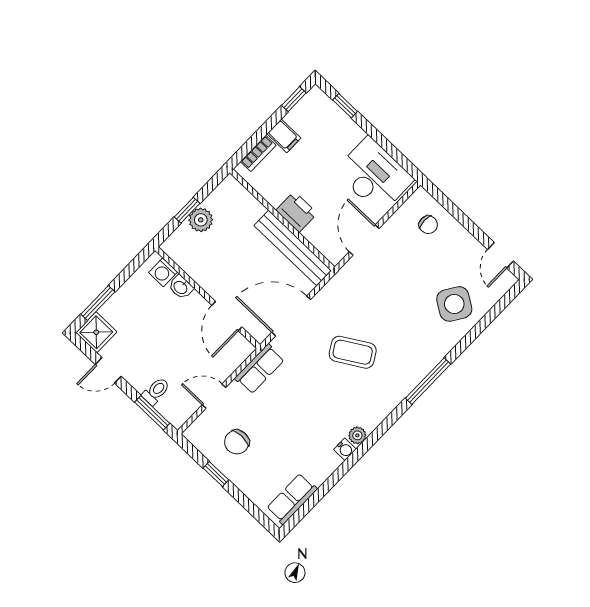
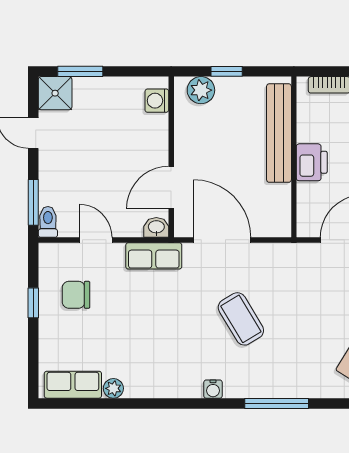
plant: (201, 220) -> (201, 90), moved
bench: (293, 248) -> (279, 133), moved
washbasin: (181, 287) -> (156, 227), moved, turned 90
toilet: (156, 391) -> (48, 222), moved, turned -90
plant: (357, 435) -> (113, 388), moved
water cooler: (345, 449) -> (213, 389), moved

